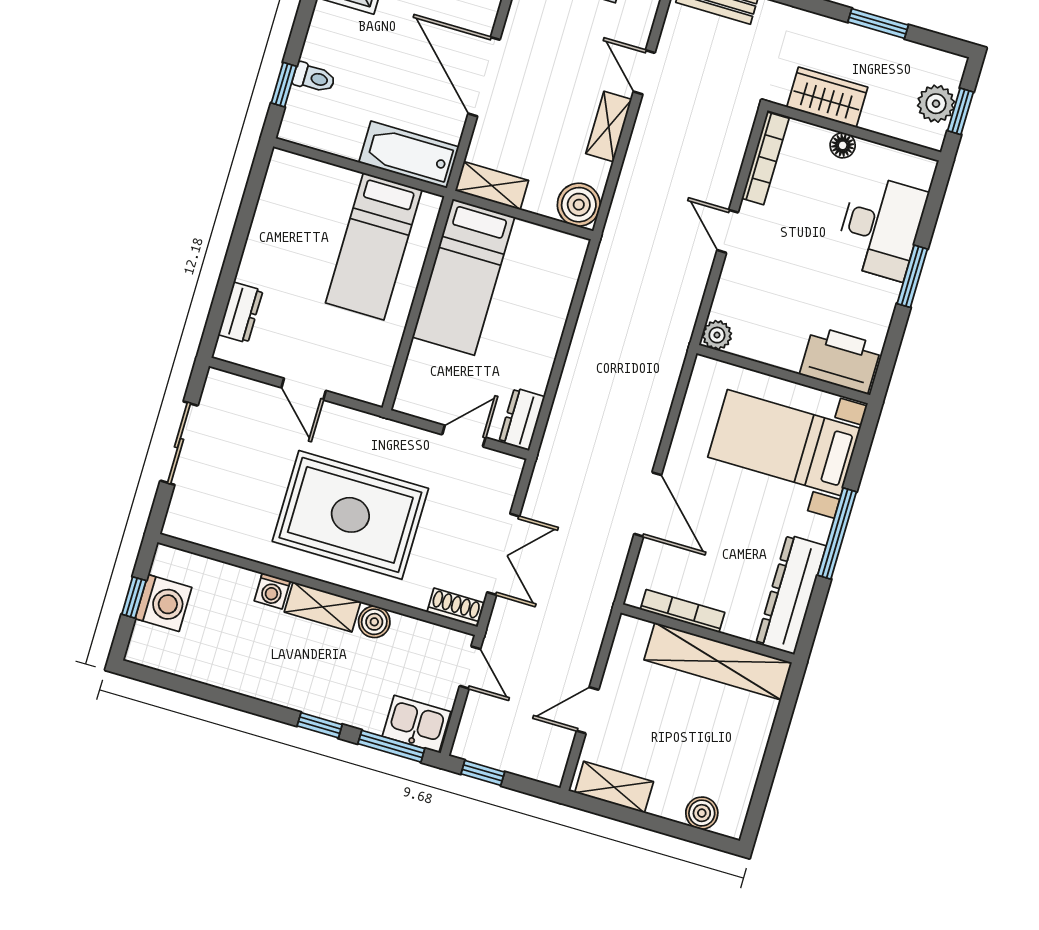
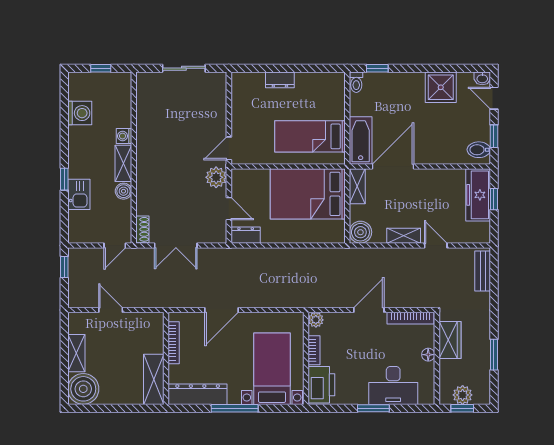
door: (644, 72) -> (436, 245), hinge flipped
door: (484, 77) -> (393, 167), moved
toilet: (314, 78) -> (356, 82), moved
door: (728, 231) -> (369, 310), width x1.38
bed: (464, 277) -> (308, 194), width x1.50
dresser: (241, 313) -> (280, 80), moved
bookcase: (772, 355) -> (314, 350), added
door: (304, 389) -> (229, 148), moved
plant: (399, 442) -> (216, 177), added
rug: (350, 515) -> (173, 164), removed
washing machine: (163, 603) -> (80, 113), moved, turned -90
shelving: (718, 661) -> (154, 379), width x0.68
kitchen sink: (416, 724) -> (79, 194), moved
window: (391, 746) -> (64, 218), removed
shelving: (614, 787) -> (76, 353), moved
boiler: (702, 813) -> (83, 389), width x1.86, depth x1.86

